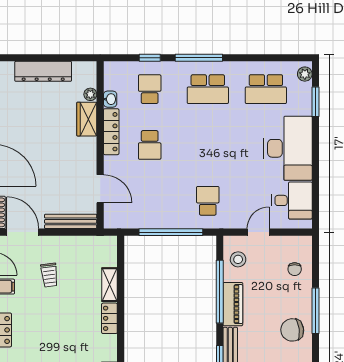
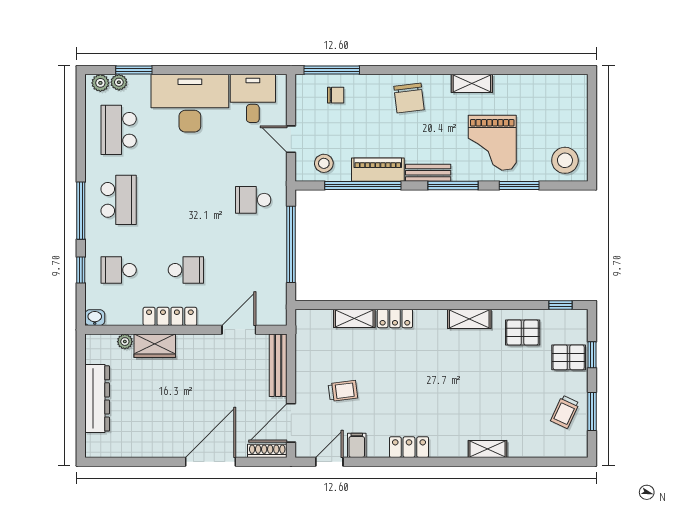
school desk: (266, 89) -> (119, 130), turned 180
plant: (305, 89) -> (119, 82), added
washbasin: (110, 99) -> (95, 318), moved
window: (315, 311) -> (332, 70), moved

